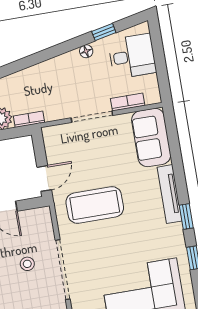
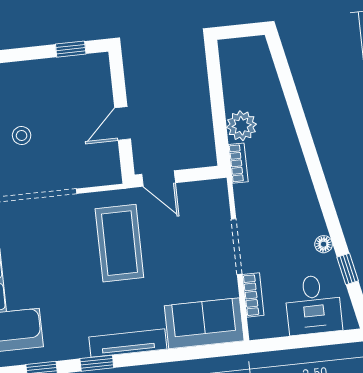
stool: (27, 264) -> (22, 135), moved

